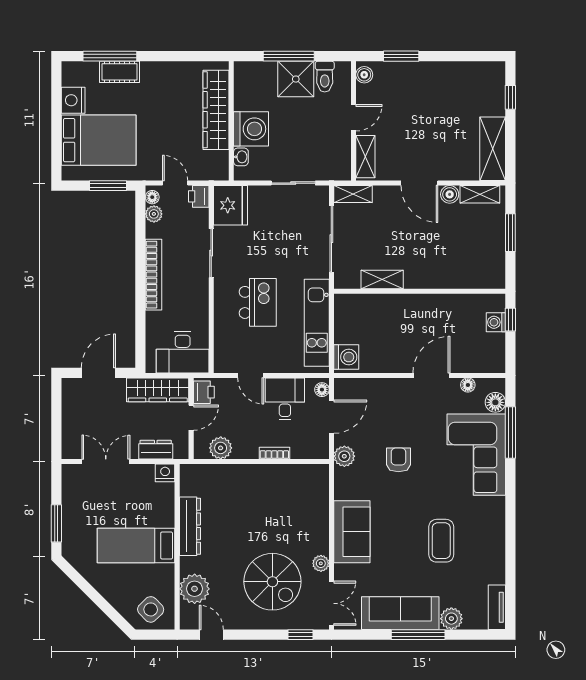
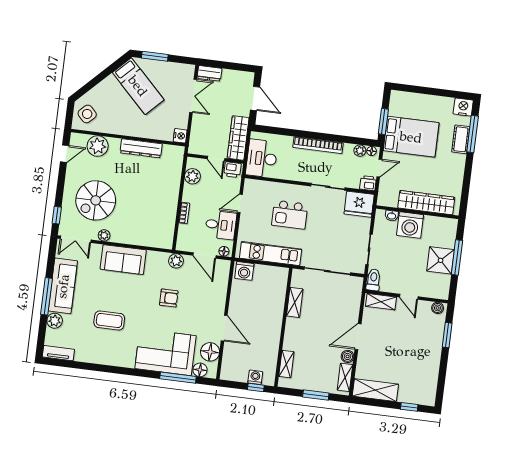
toilet: (325, 77) -> (373, 280), moved, turned 90
nightstand: (73, 100) -> (463, 107), moved
bed: (99, 140) -> (411, 137), moved, turned -90
shelving: (353, 194) -> (286, 364), moved
floor lamp: (468, 385) -> (210, 352), width x1.89, depth x1.89
dresser: (156, 450) -> (209, 73), moved, turned 90
bed: (136, 546) -> (138, 86), moved, turned 135

